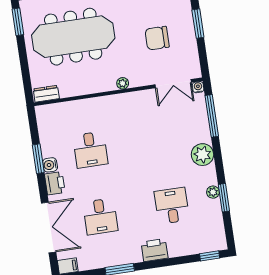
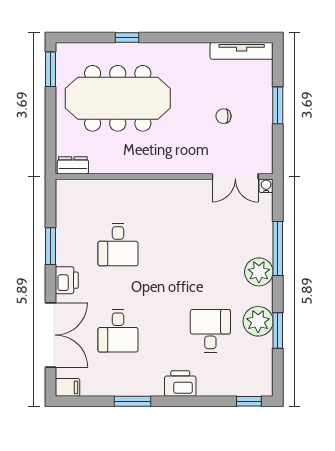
chair: (157, 38) -> (223, 116), width x0.54, depth x0.54
plant: (123, 83) -> (171, 167), removed
window: (212, 116) -> (278, 248), moved
water cooler: (50, 165) -> (64, 256), removed
plant: (213, 192) -> (258, 321), width x1.87, depth x1.87

